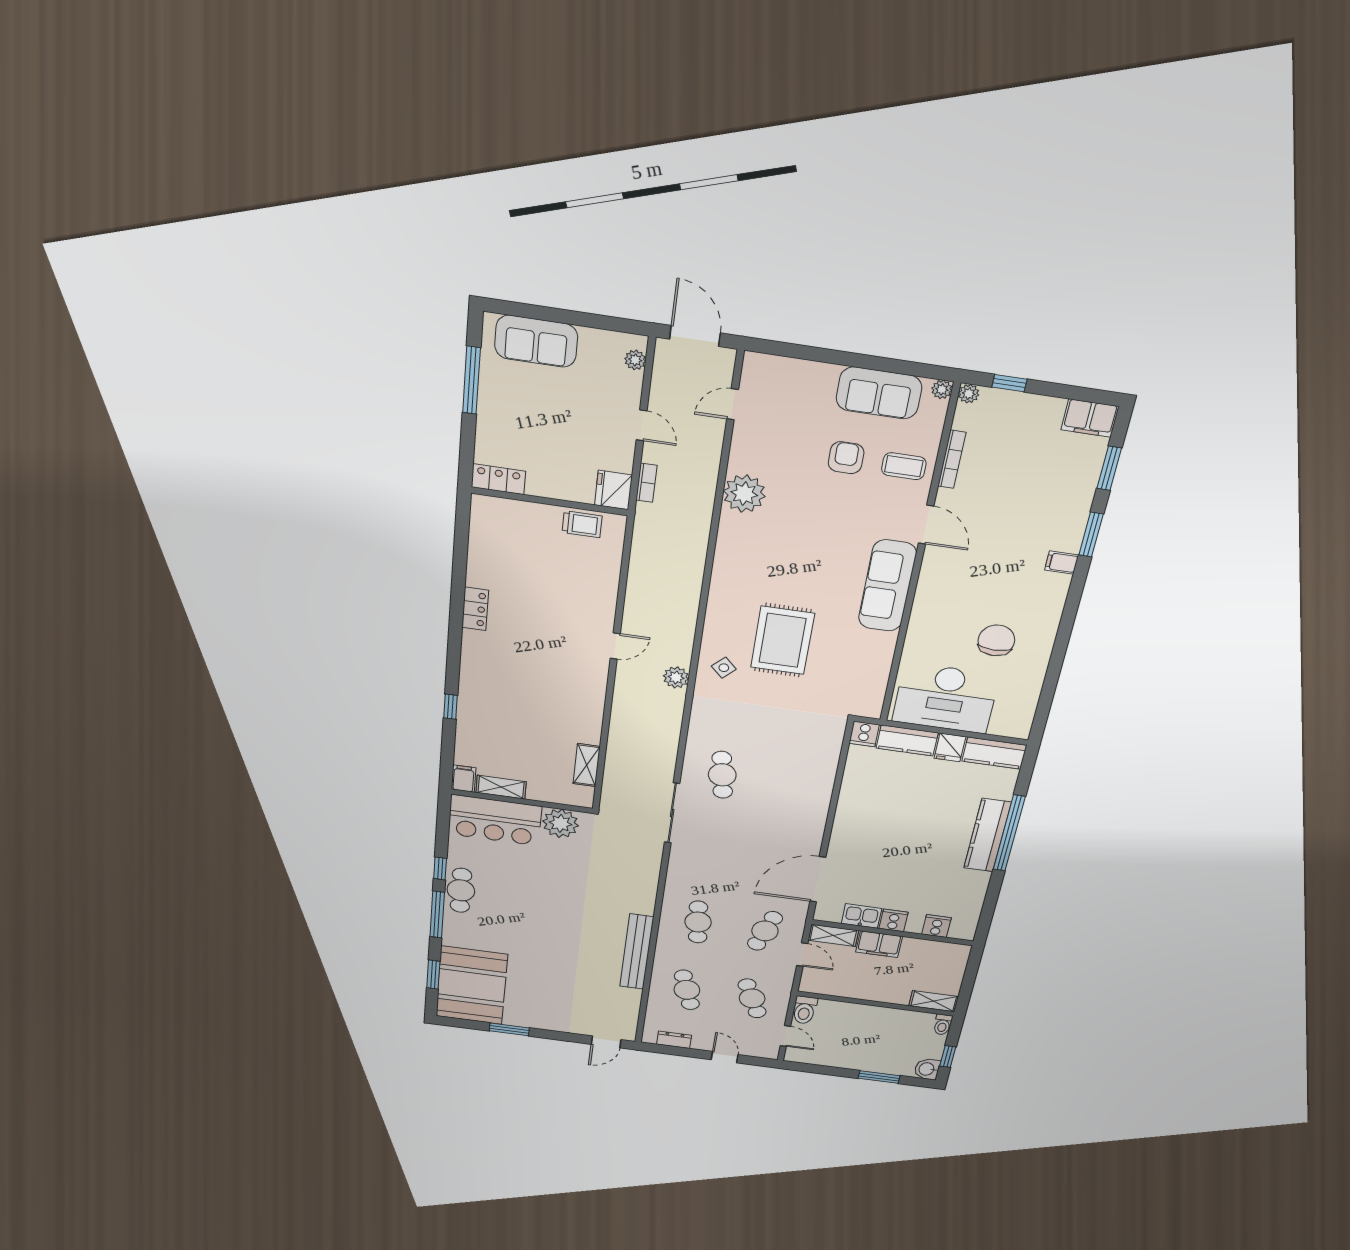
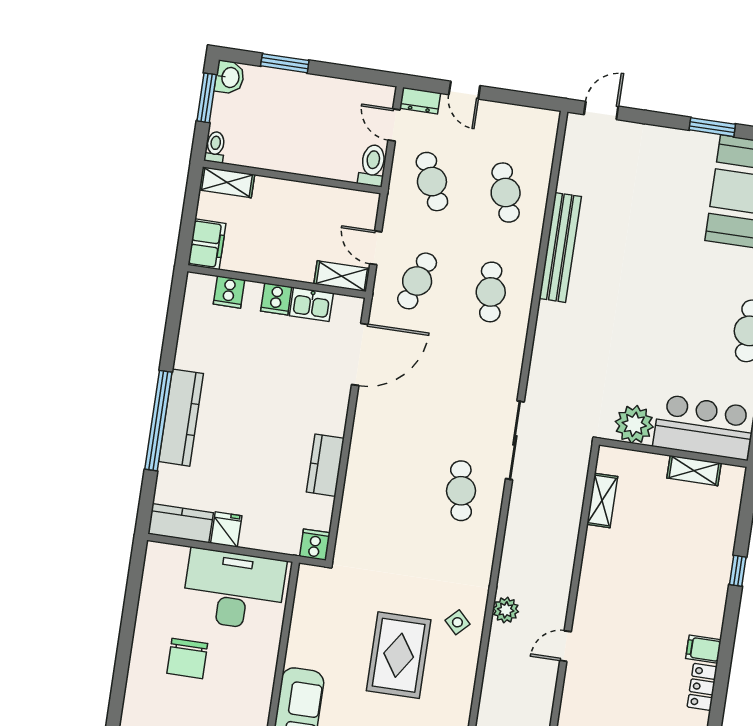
kitchen counter: (907, 740) -> (325, 465), moved, turned -90
filing cabinet: (464, 779) -> (703, 649), moved, turned 90
filing cabinet: (879, 944) -> (207, 244), moved, turned 90
dresser: (674, 1040) -> (420, 101), moved
window: (948, 1057) -> (207, 98), width x1.50

